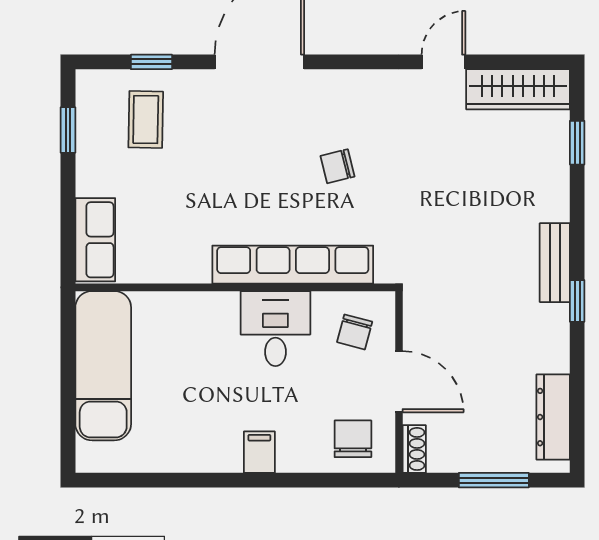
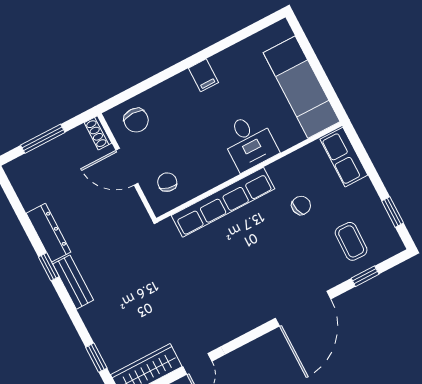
chair: (337, 166) -> (301, 205), moved
desk: (275, 329) -> (249, 142), moved
dresser: (553, 417) -> (48, 233), moved
filing cabinet: (259, 452) -> (203, 75), moved

